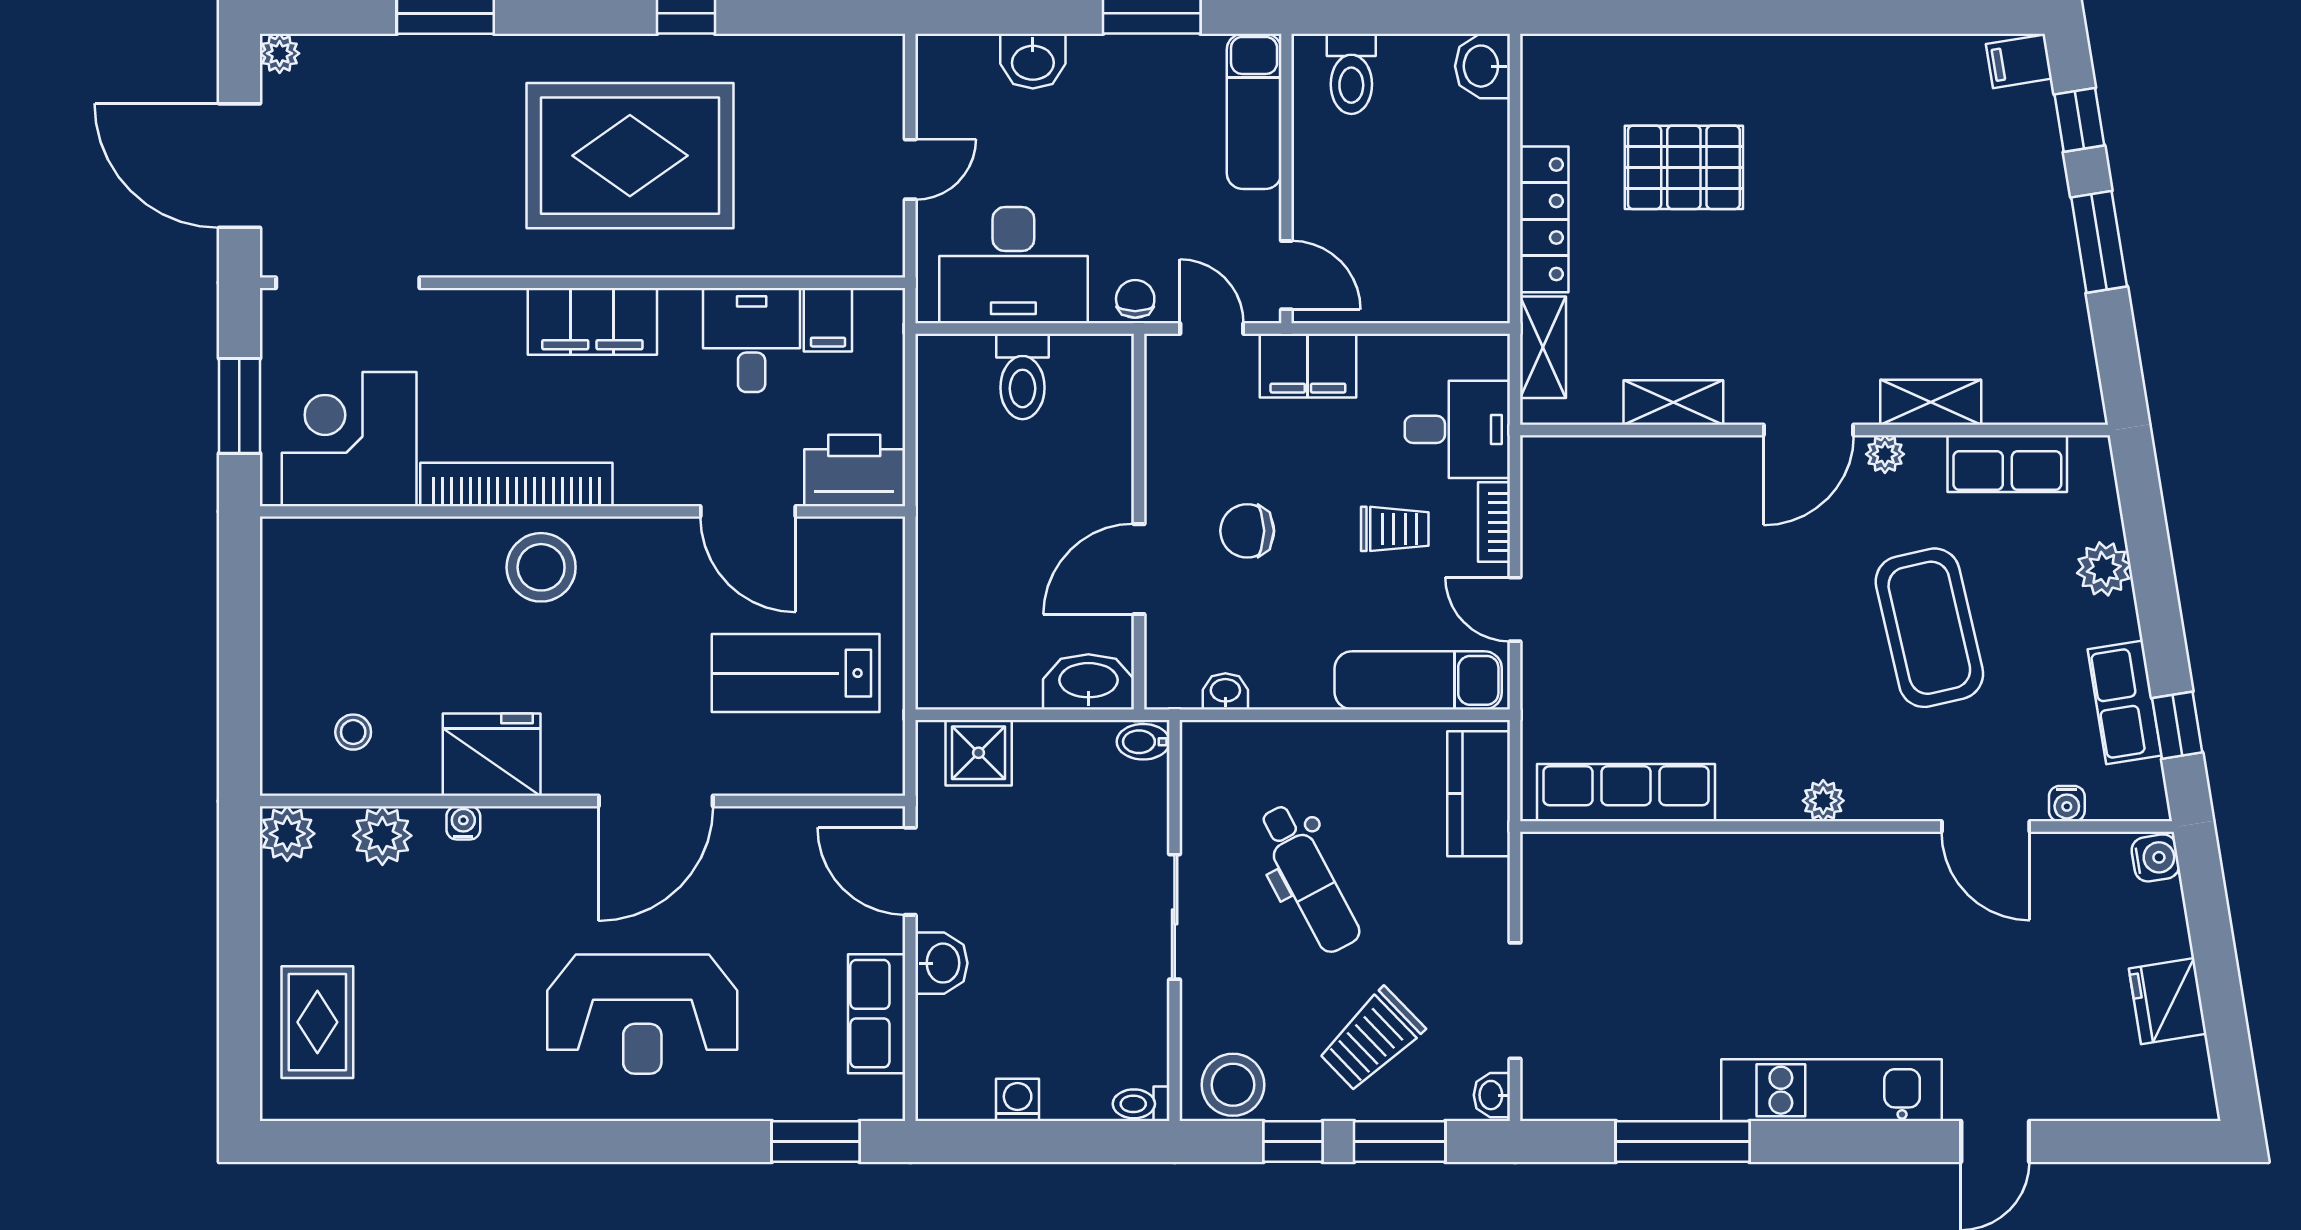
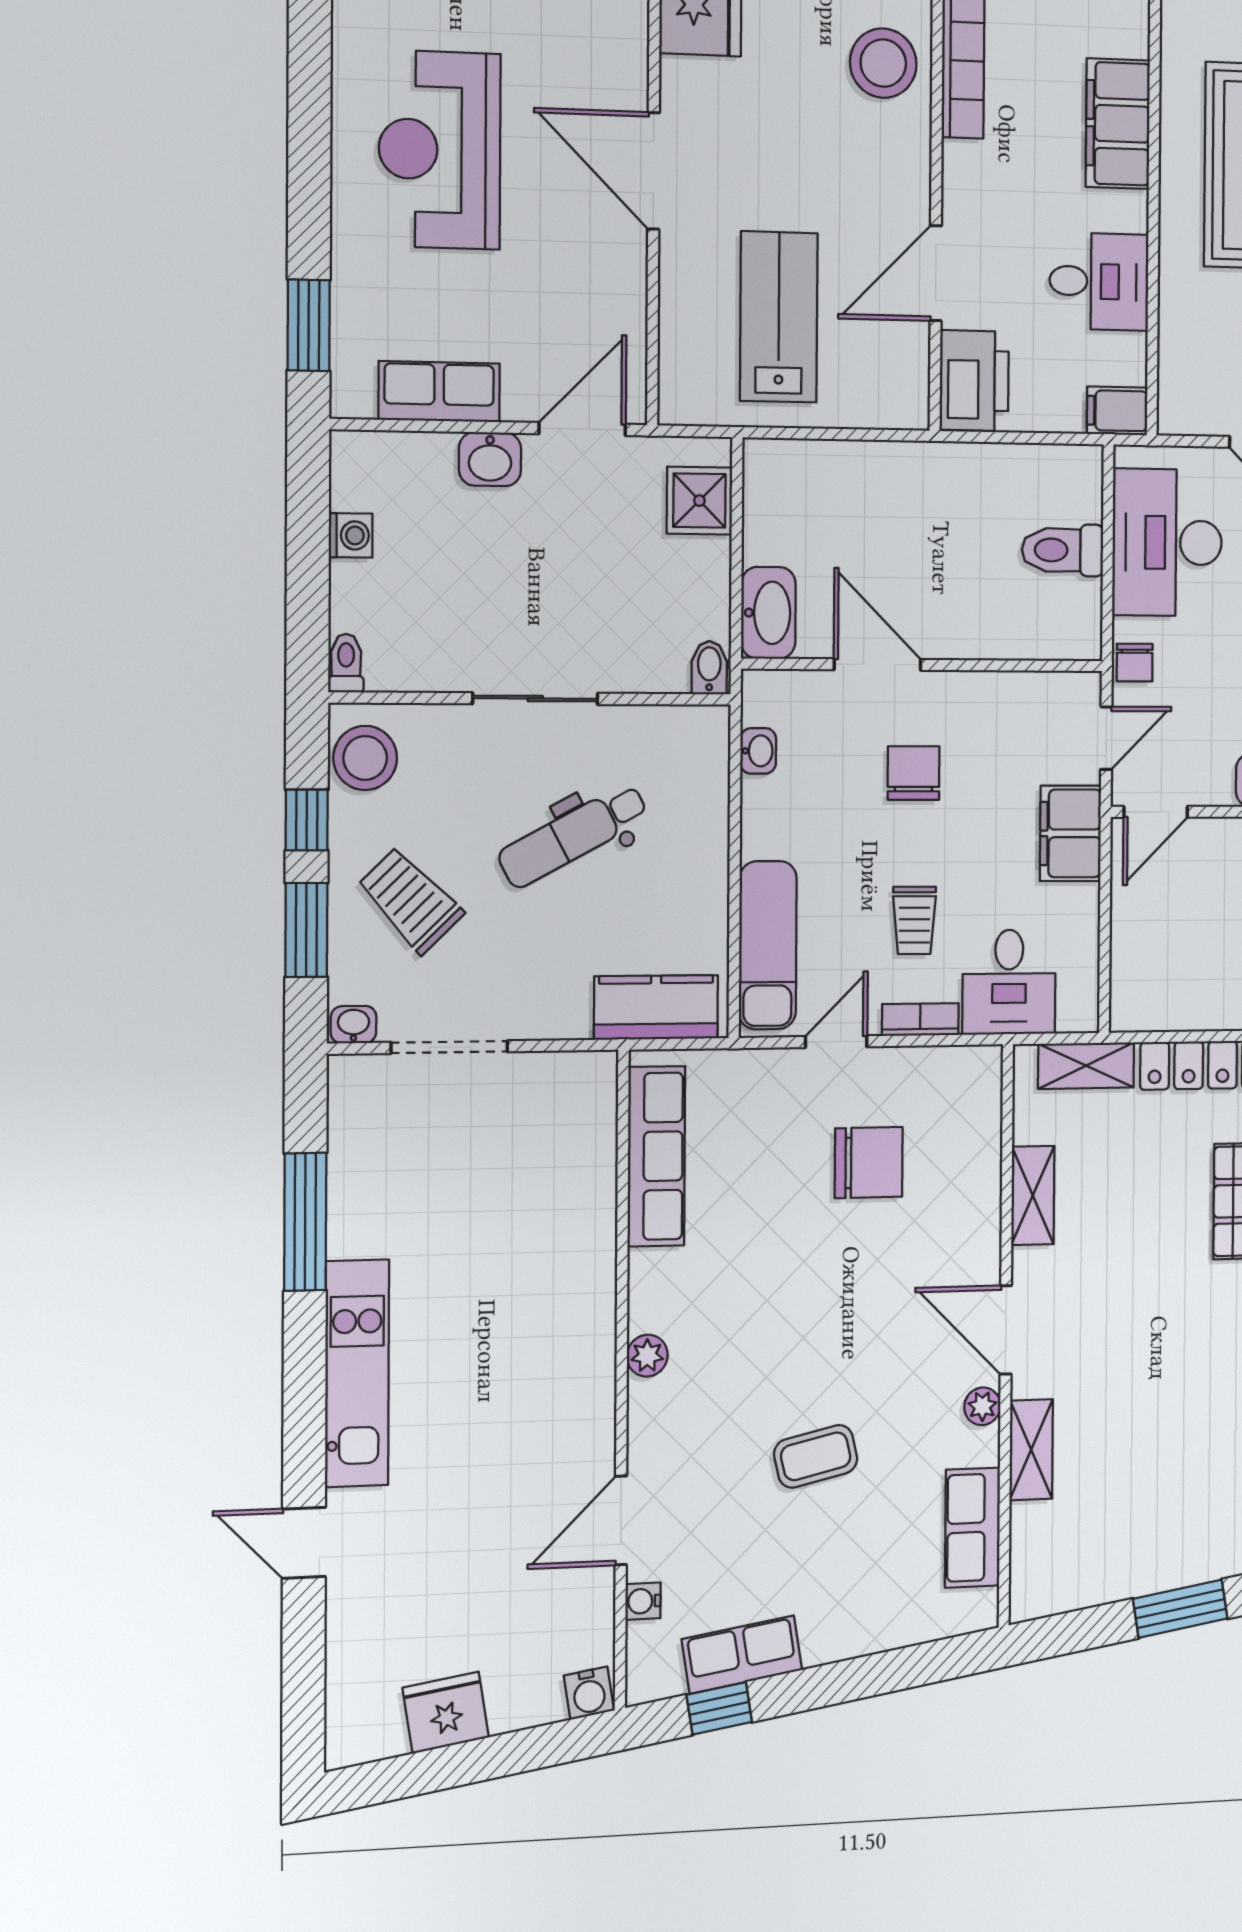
chair: (1135, 299) -> (1135, 663), turned 90
filing cabinet: (828, 320) -> (1117, 411), moved
plant: (2104, 569) -> (871, 1628), removed
chair: (1637, 575) -> (869, 1163), added
coffee table: (1929, 628) -> (816, 1456), width x0.54, depth x0.58

